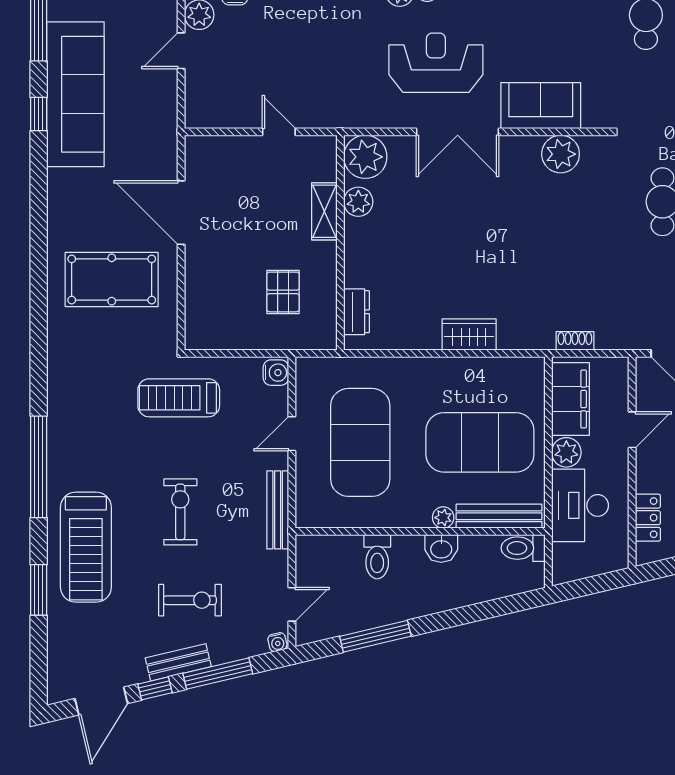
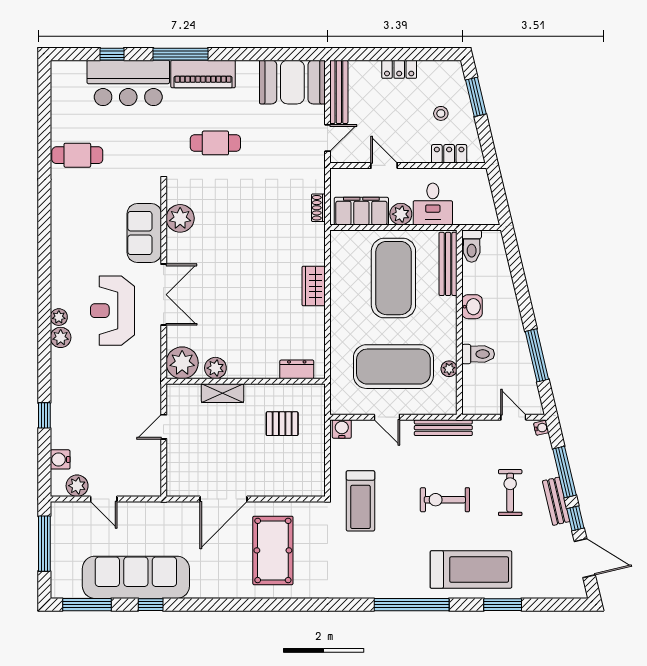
desk: (580, 505) -> (433, 204), width x0.73
plant: (443, 518) -> (449, 369), moved

